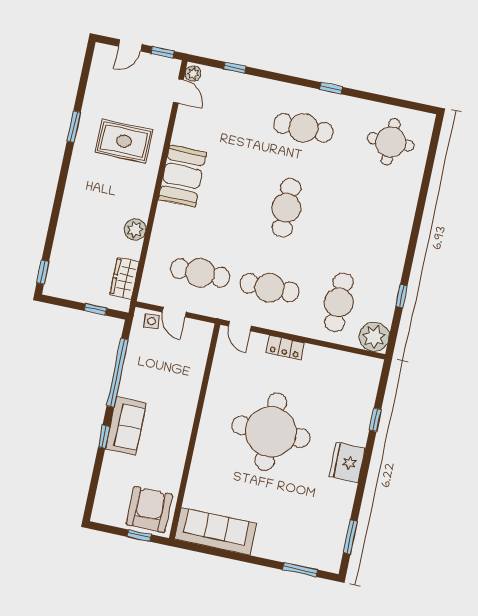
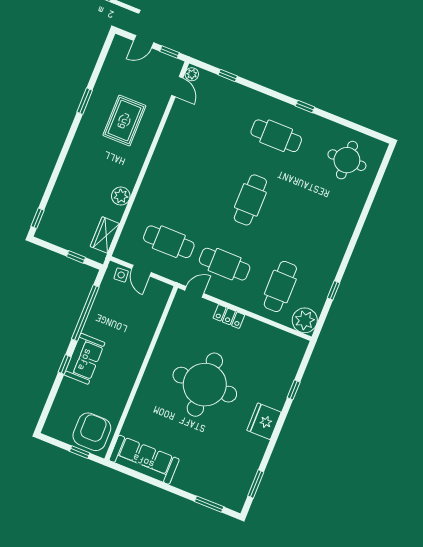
rug: (124, 141) -> (124, 121), turned 90
booth: (182, 176) -> (168, 158), removed
door: (240, 326) -> (194, 292), swing flipped

